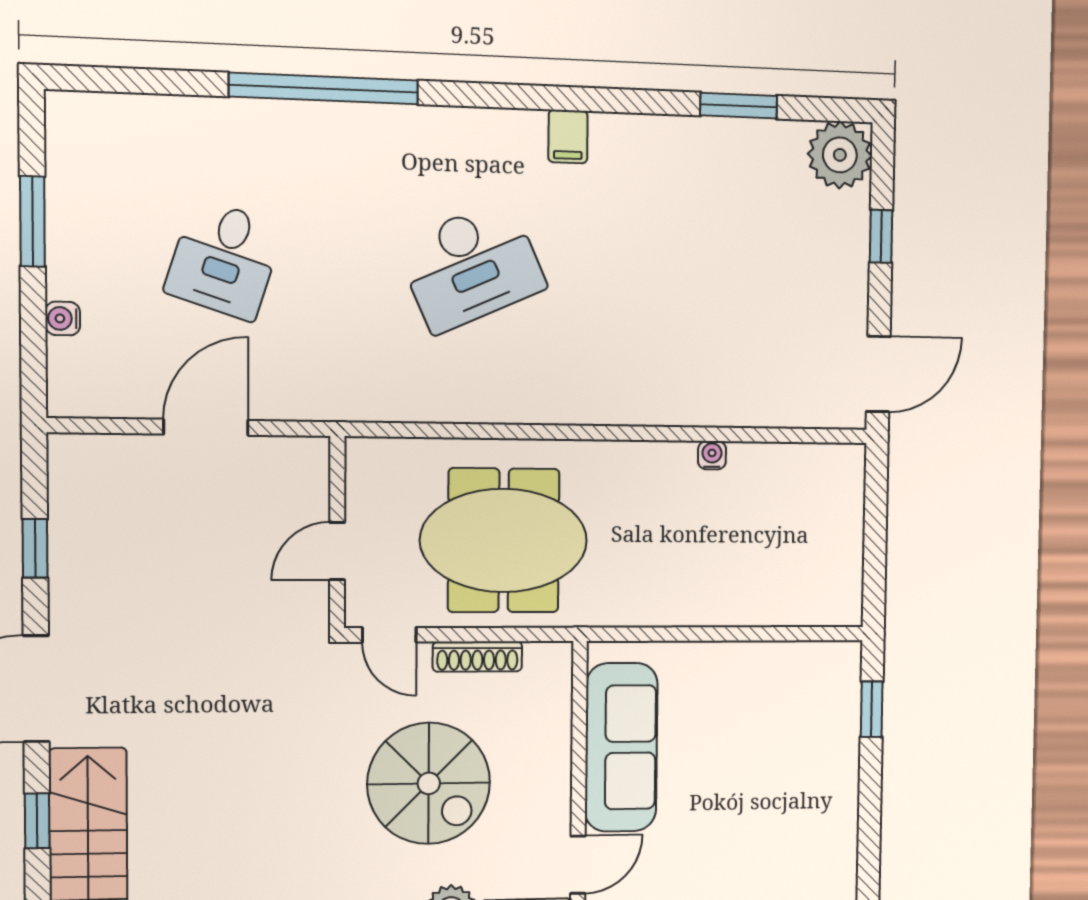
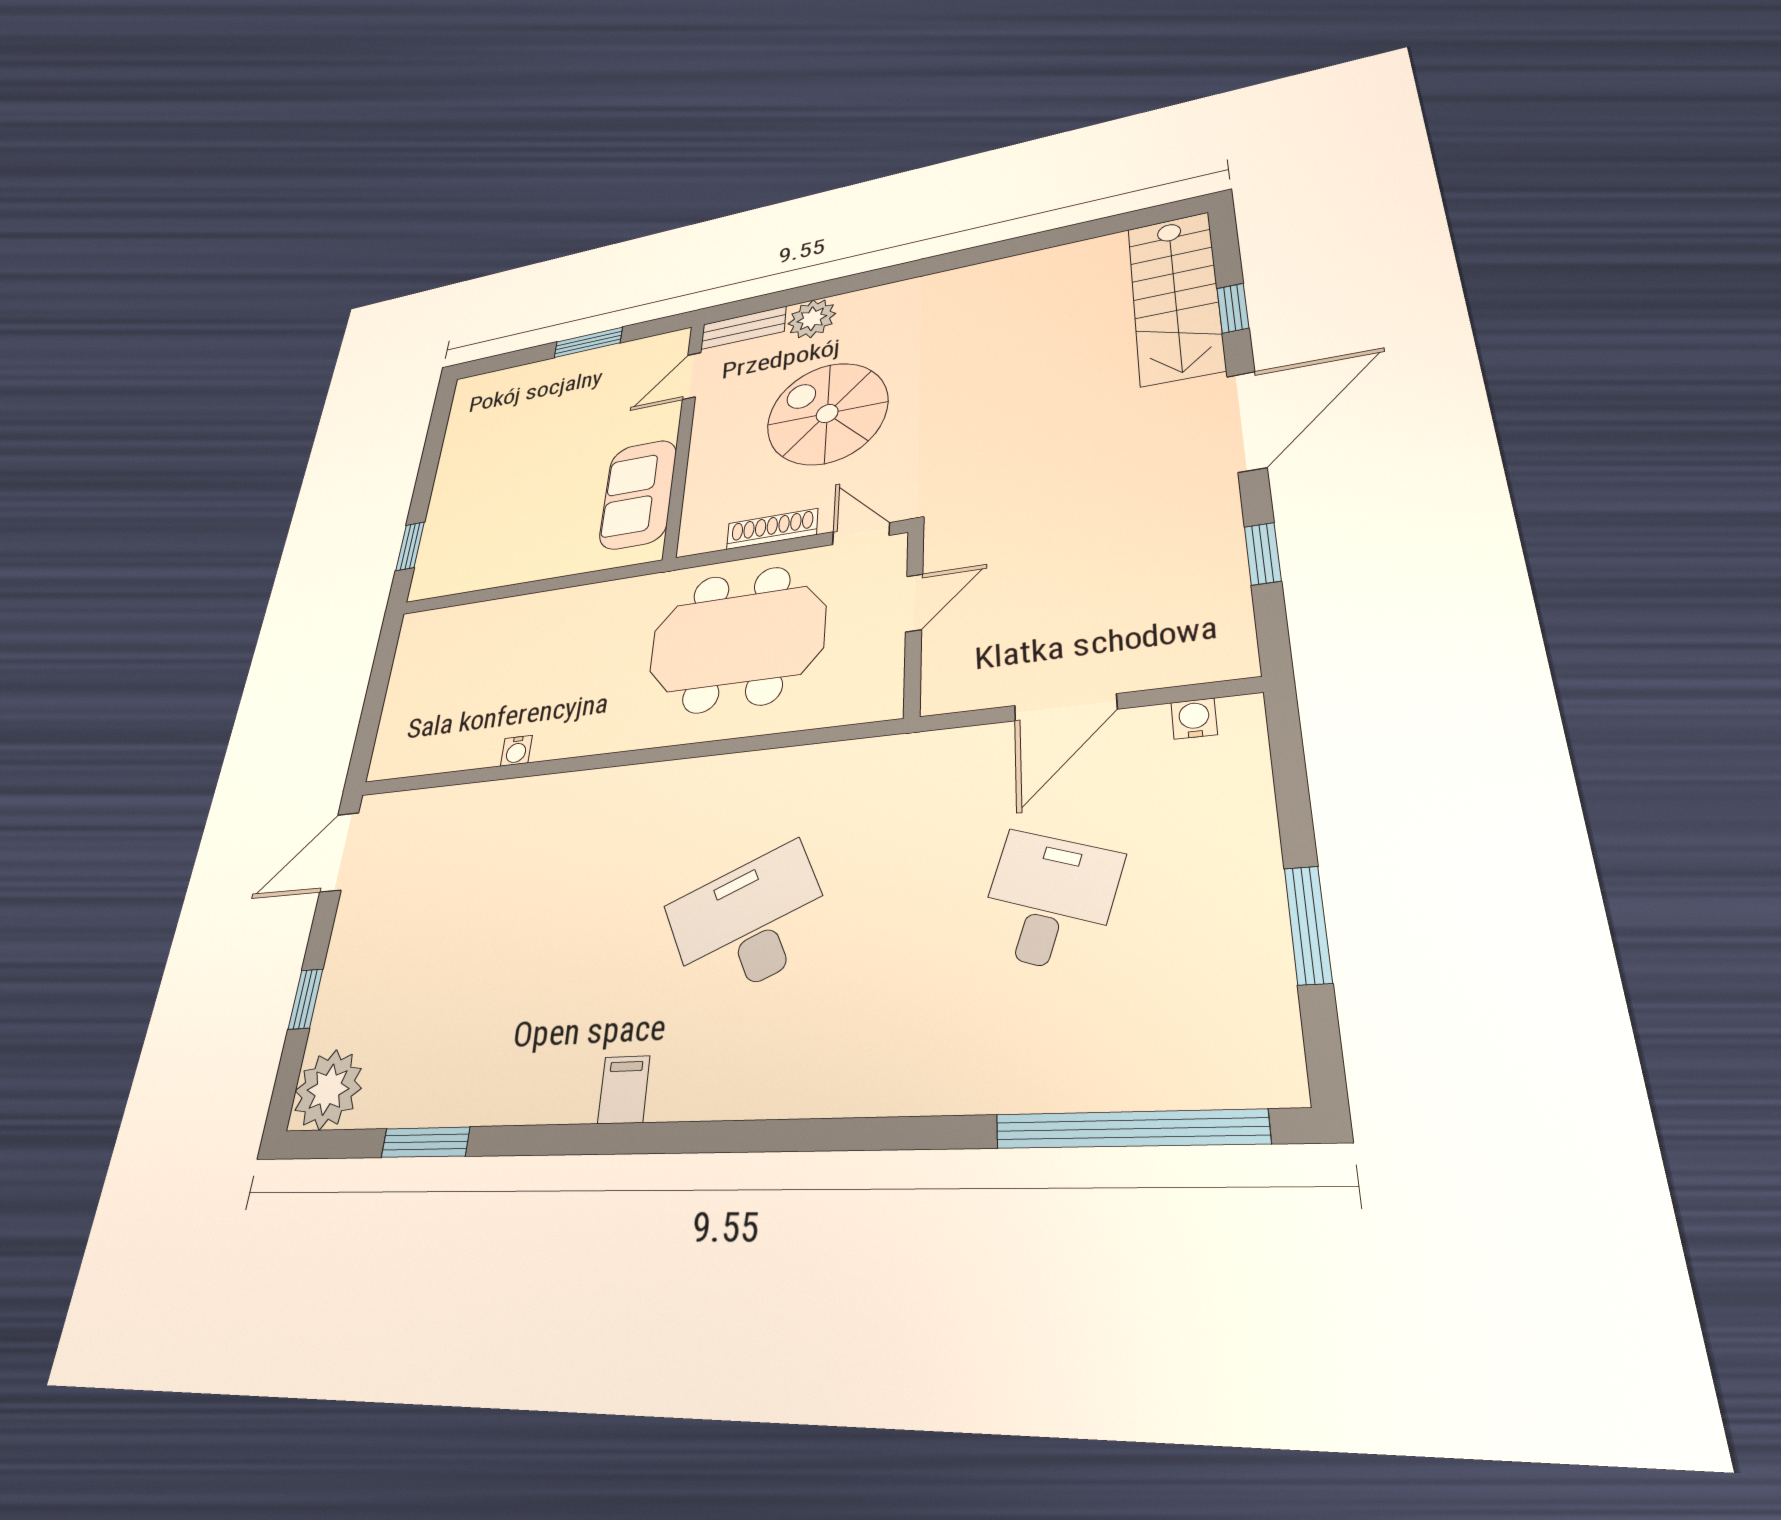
window: (324, 88) -> (1129, 1129), moved
water cooler: (63, 319) -> (1194, 719), moved, turned -90
sofa: (621, 747) -> (638, 494), width x0.73

